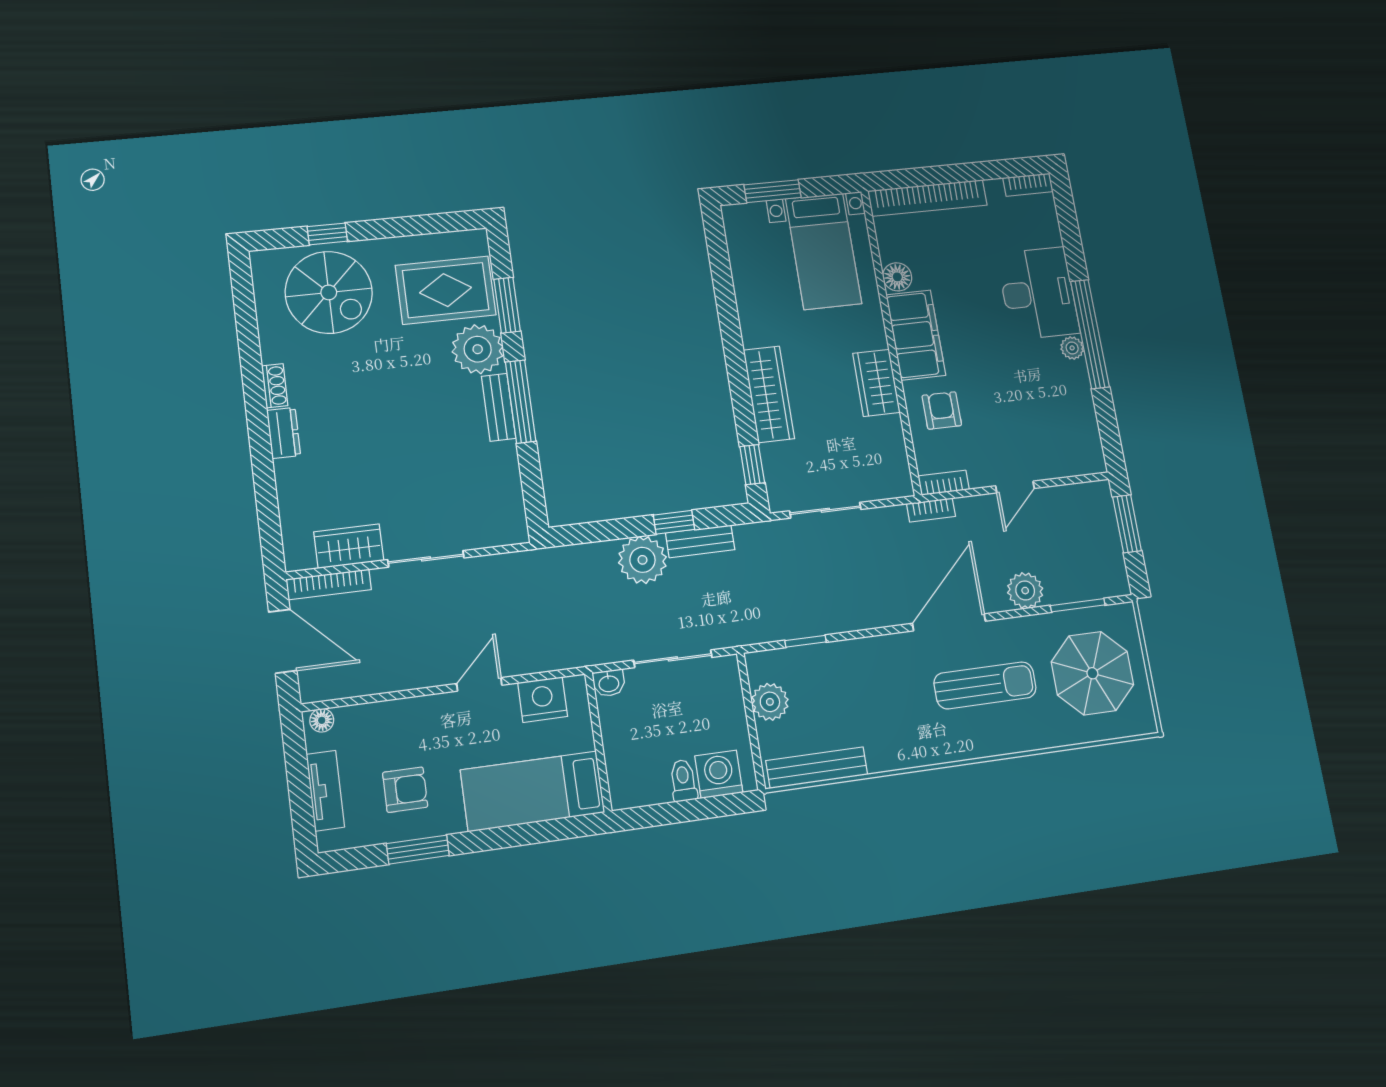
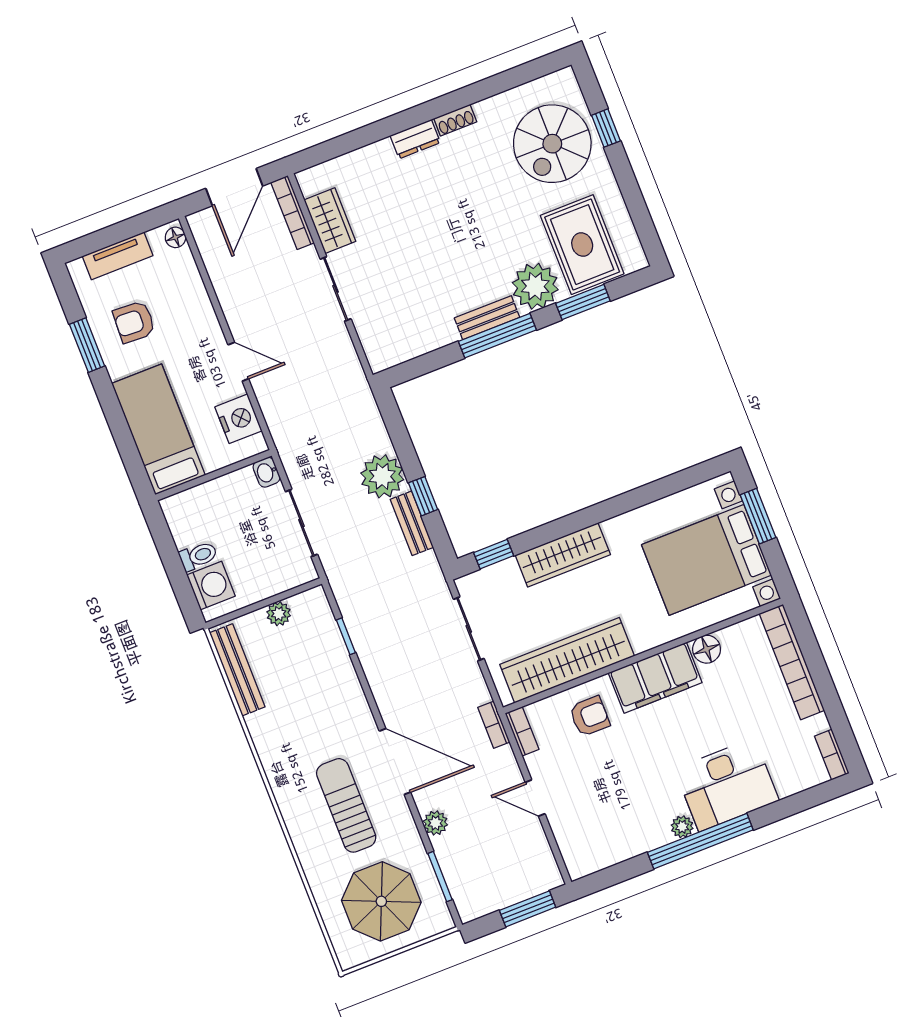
bed with nightstands: (823, 251) -> (707, 560), width x1.36
wardrobe: (876, 383) -> (567, 660), width x2.10, depth x1.17
plant: (1025, 591) -> (435, 823), width x0.73, depth x0.73
sun lounger: (985, 685) -> (346, 805), turned 180
plant: (770, 702) -> (279, 614), width x0.73, depth x0.73
armchair: (405, 790) -> (134, 322), turned 93

